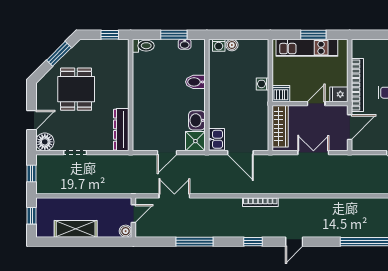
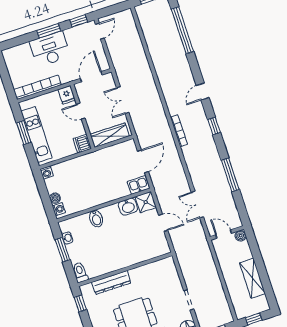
washing machine: (262, 84) -> (47, 172), moved
bookcase: (357, 85) -> (37, 87), moved
door: (350, 127) -> (91, 77), hinge flipped
dresser: (121, 130) -> (111, 282), moved
door: (294, 242) -> (203, 91), swing flipped

